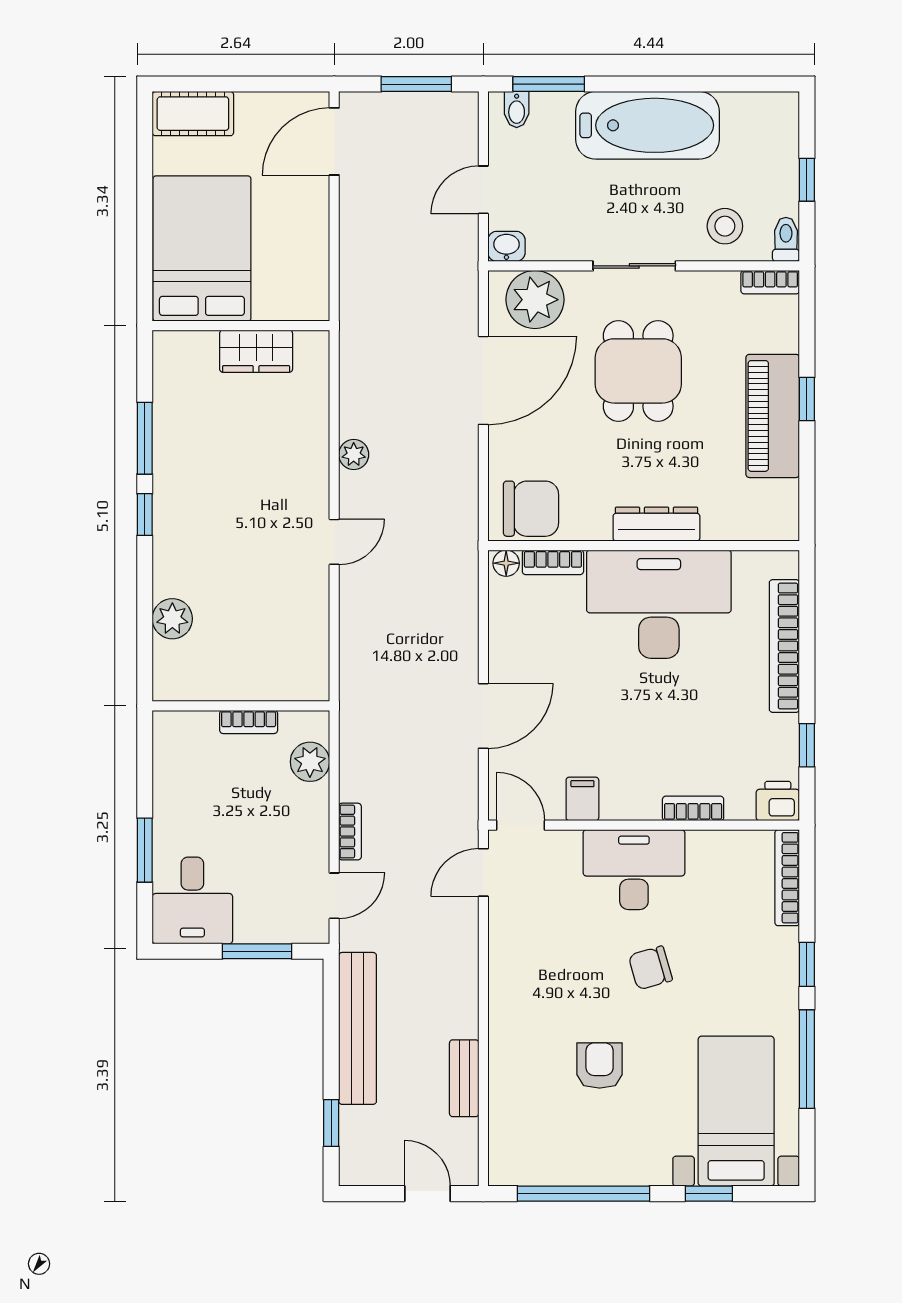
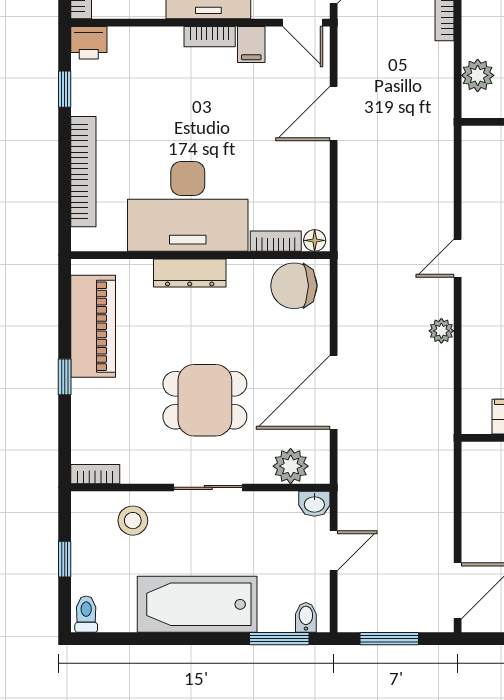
toilet: (786, 239) -> (86, 614), moved, turned 180
plant: (535, 300) -> (291, 466), width x0.73, depth x0.73
dining table: (638, 371) -> (205, 400), turned 90
piano: (773, 416) -> (93, 326), moved
bookcase: (693, 808) -> (210, 37), moved

